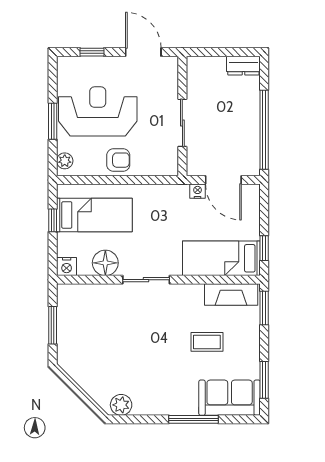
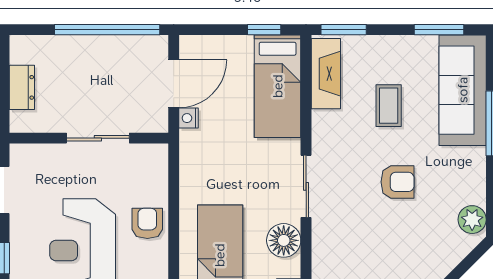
dresser: (243, 66) -> (22, 87), moved
armchair: (149, 349) -> (397, 182), added
sofa: (230, 398) -> (463, 90), width x1.36

